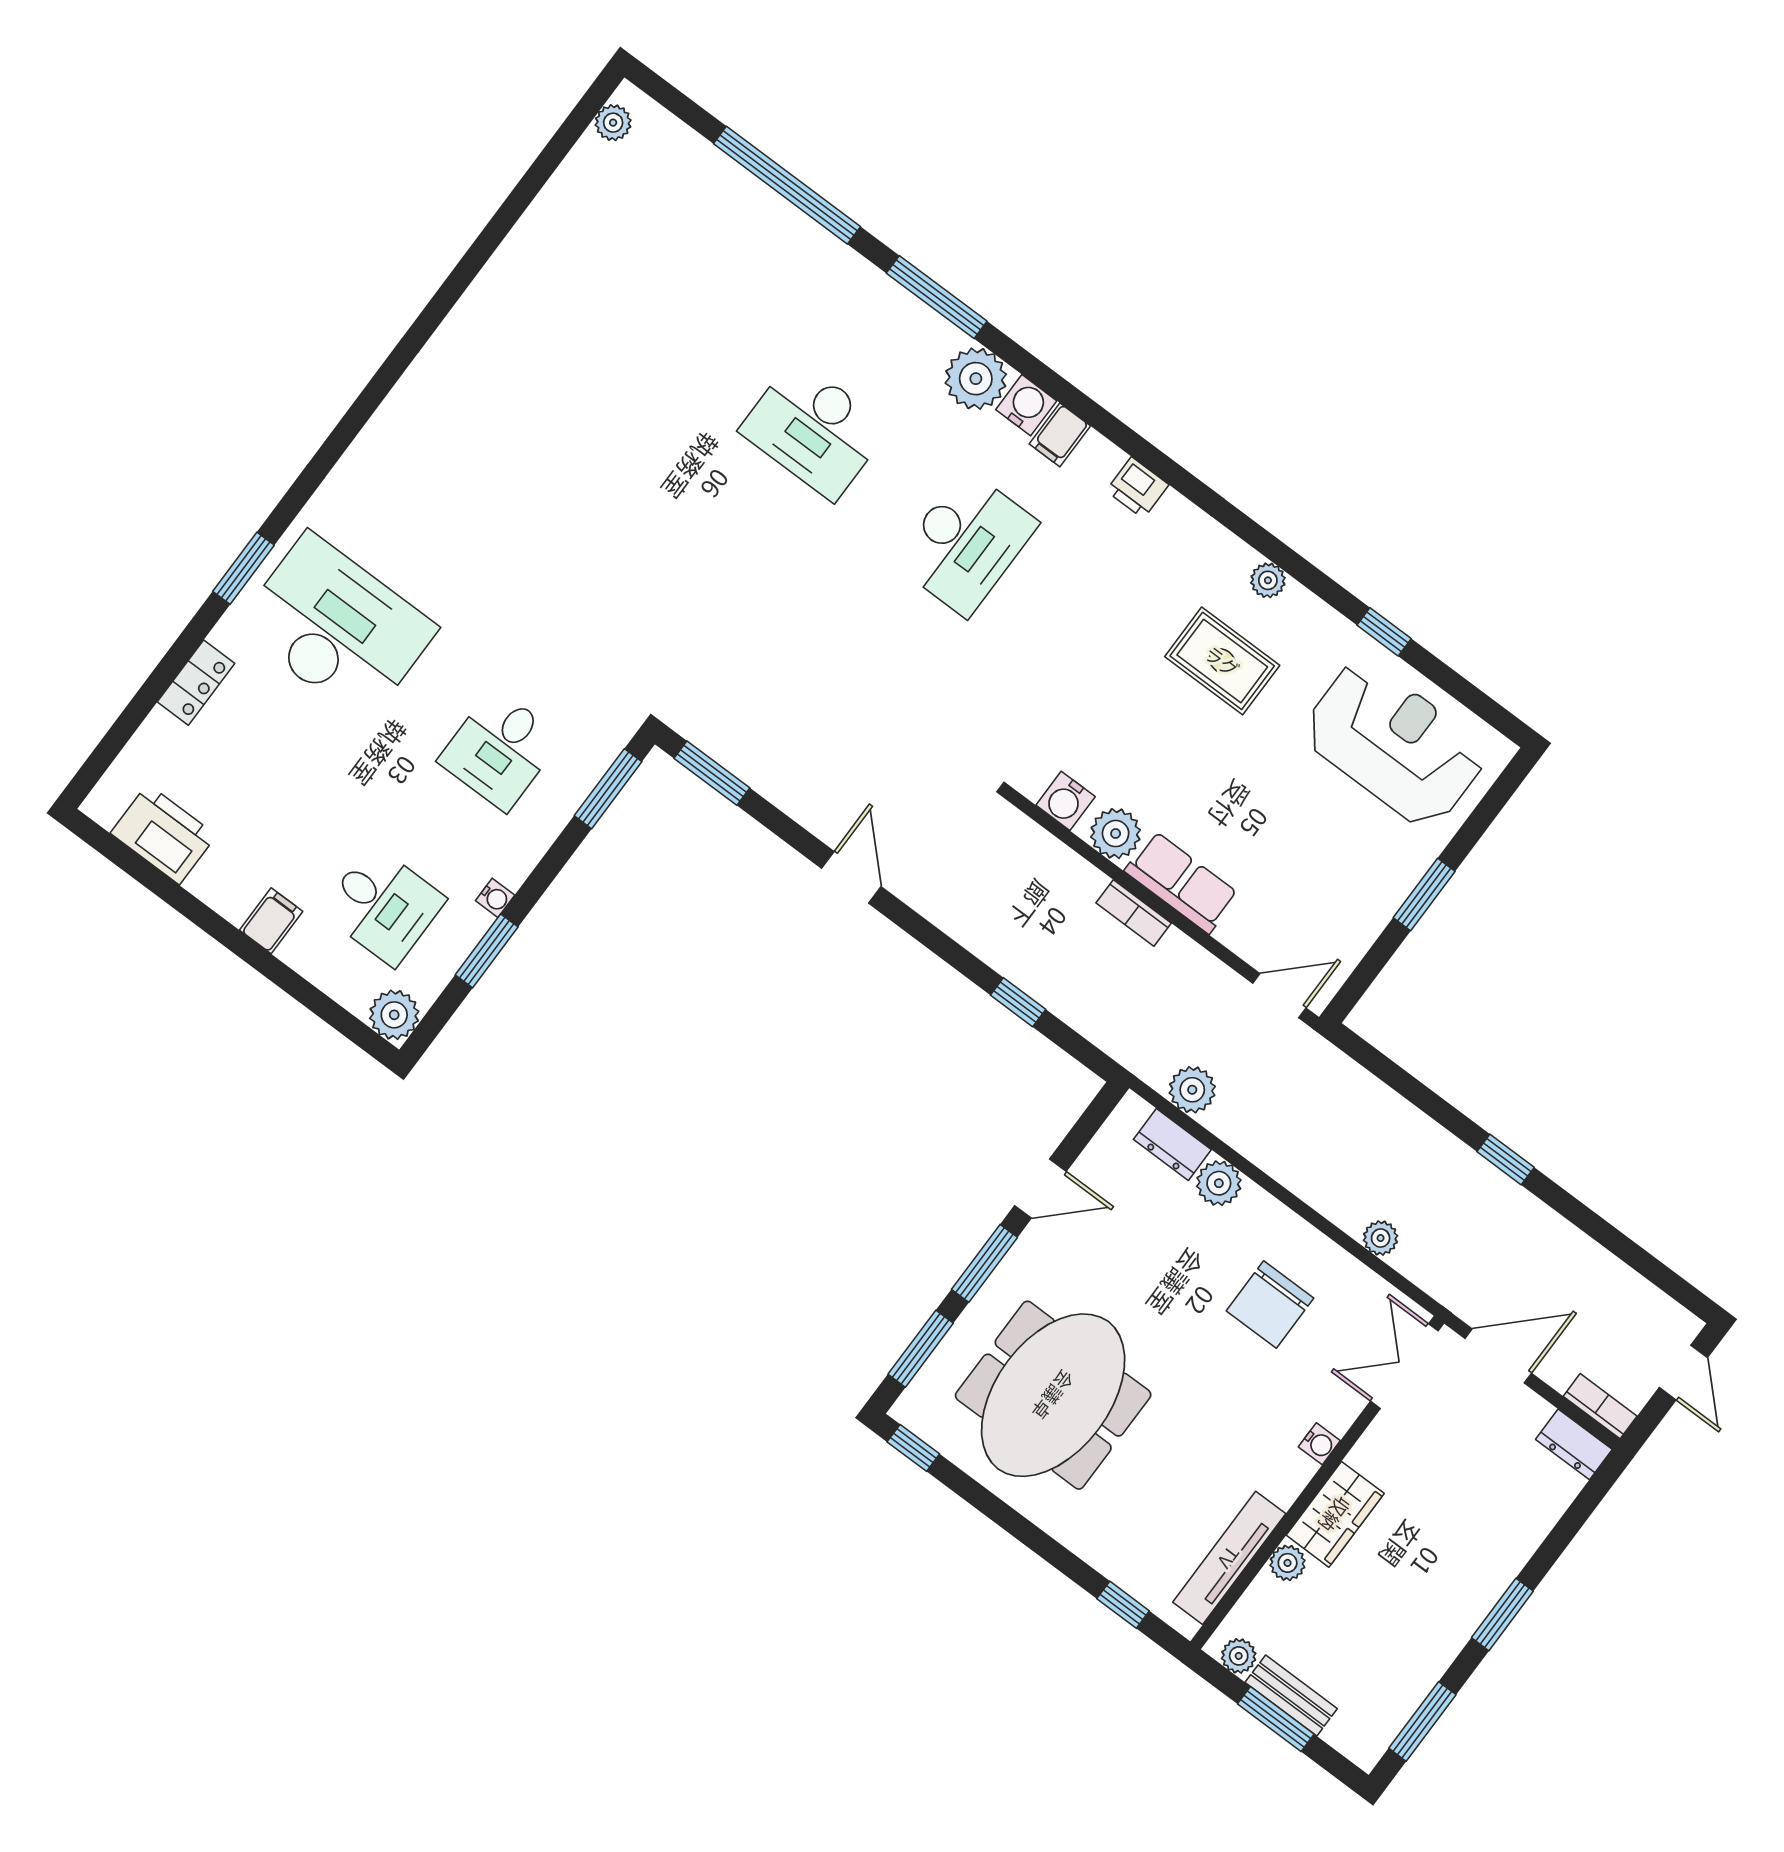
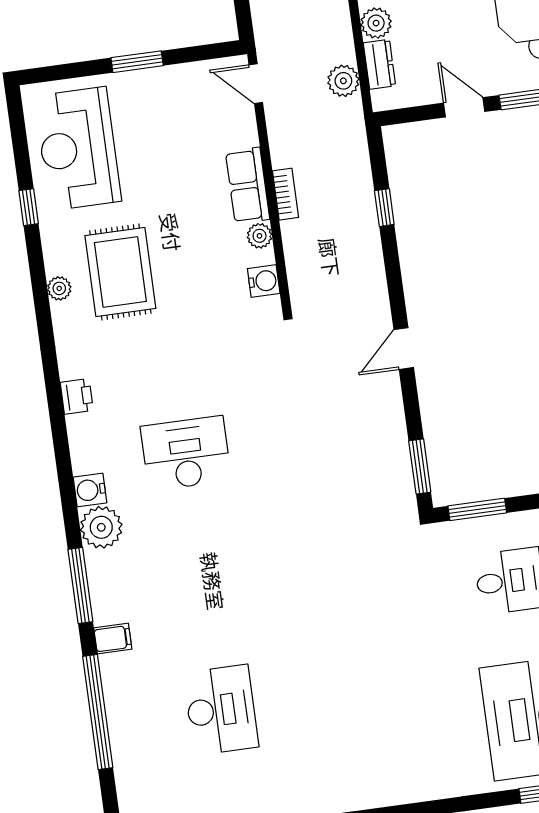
desk: (814, 429) -> (221, 710), moved
filing cabinet: (1060, 435) -> (113, 639), moved
rug: (1222, 661) -> (120, 272), width x1.36, depth x1.43
plant: (1116, 834) -> (260, 236), width x0.73, depth x0.73

